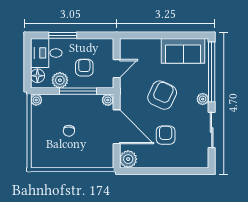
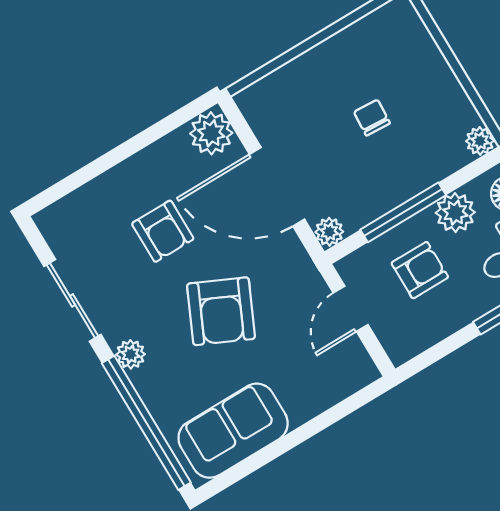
armchair: (84, 68) -> (420, 270), turned -90

